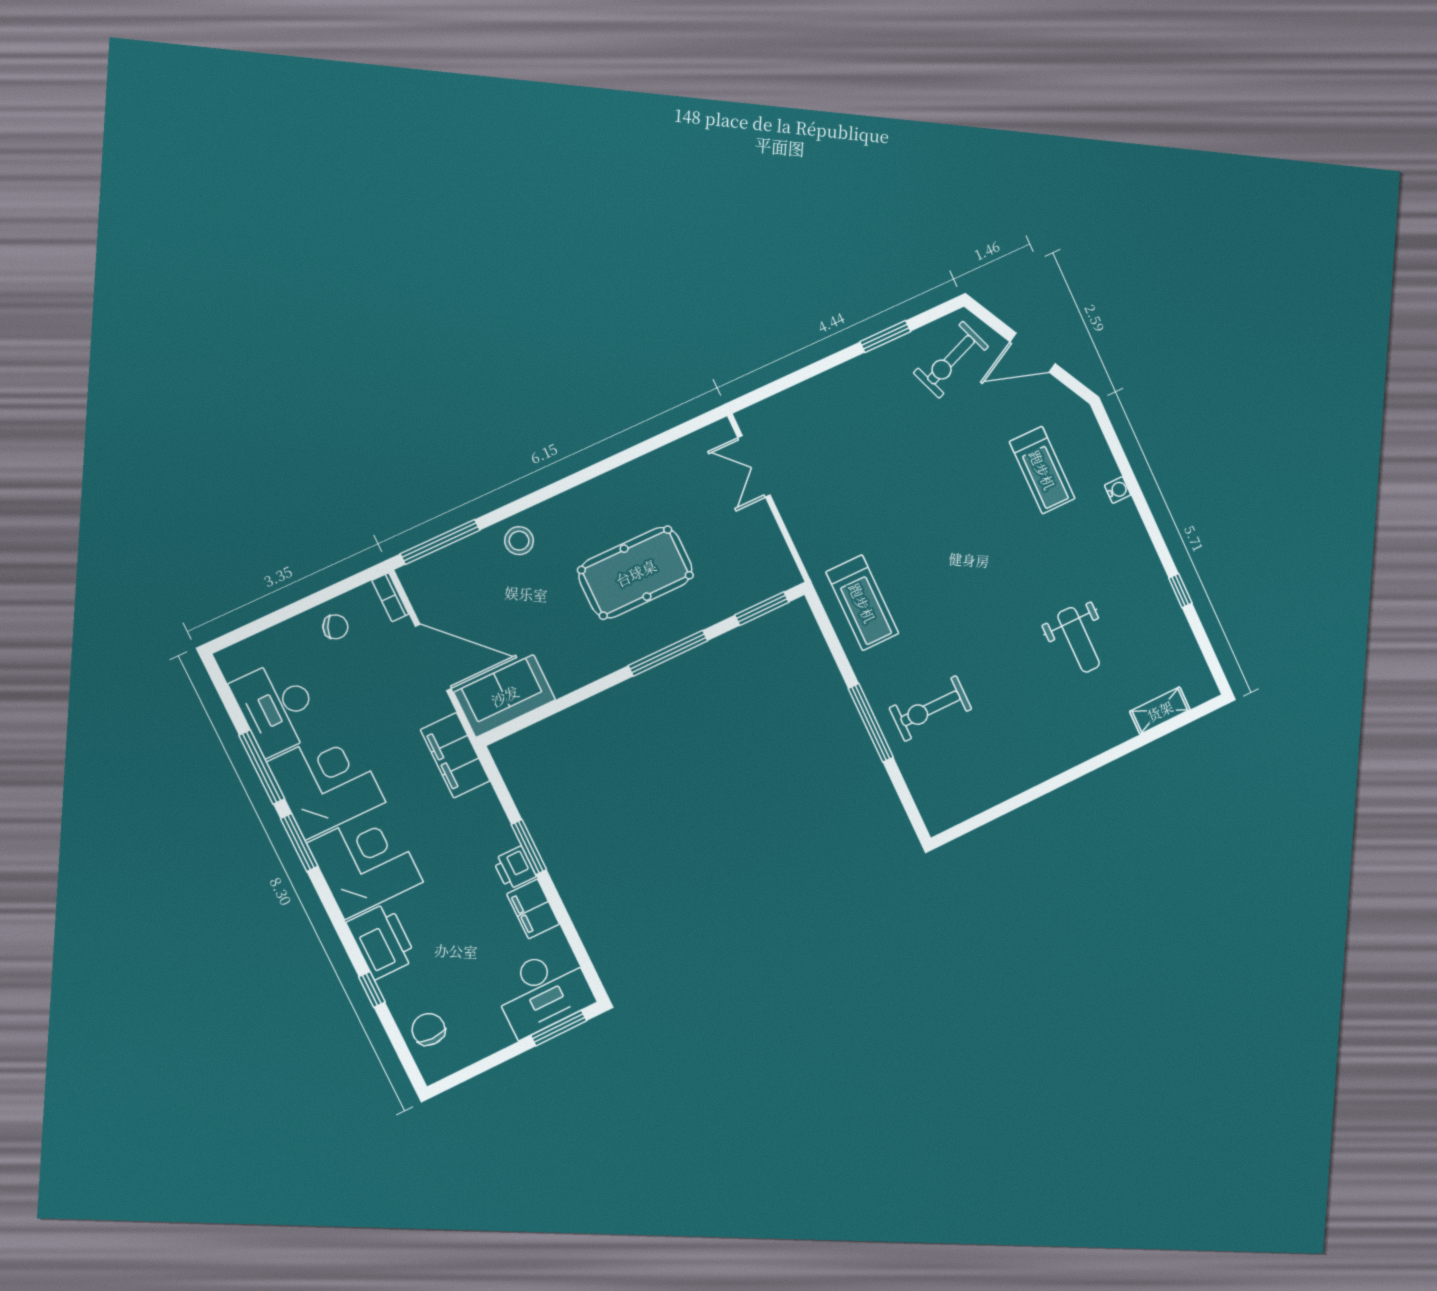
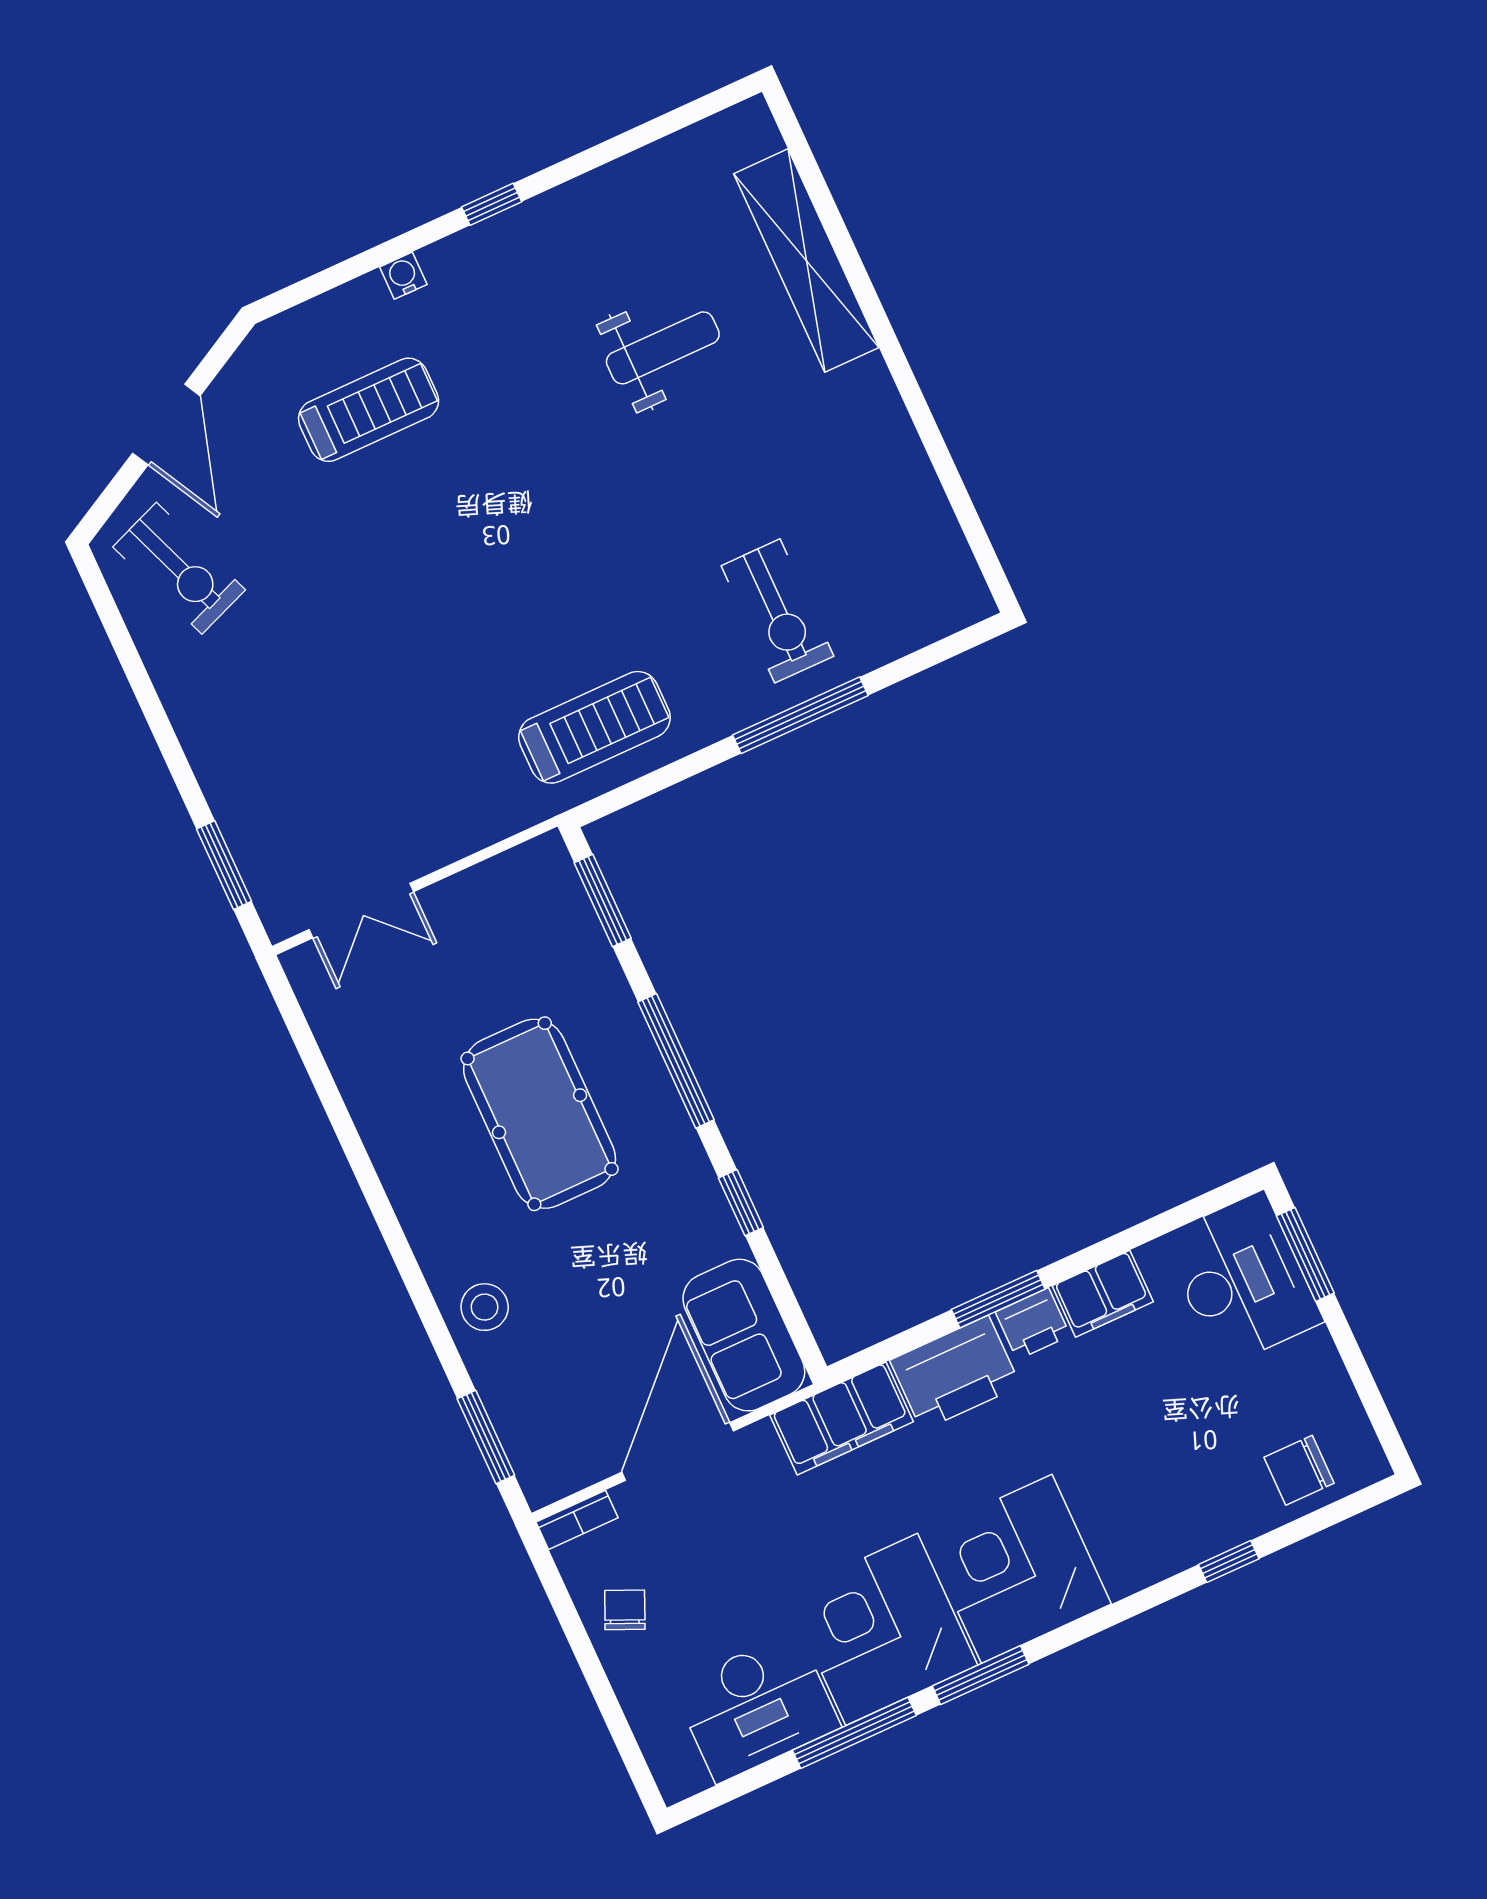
window: (885, 337) -> (224, 865), moved
window: (440, 542) -> (486, 1437), width x0.69
window: (1180, 591) -> (492, 204), moved
window: (584, 693) -> (741, 1203), added
shelving: (1160, 711) -> (806, 261), width x2.20, depth x1.33
printer: (382, 941) -> (955, 1373), moved, turned 180

